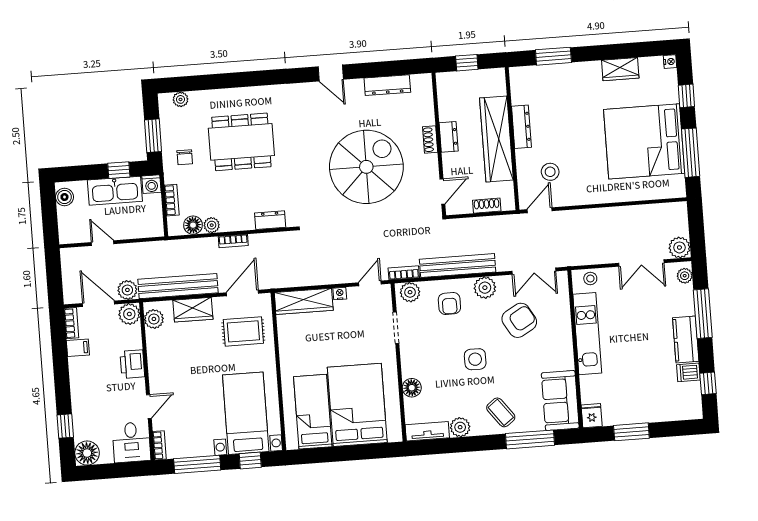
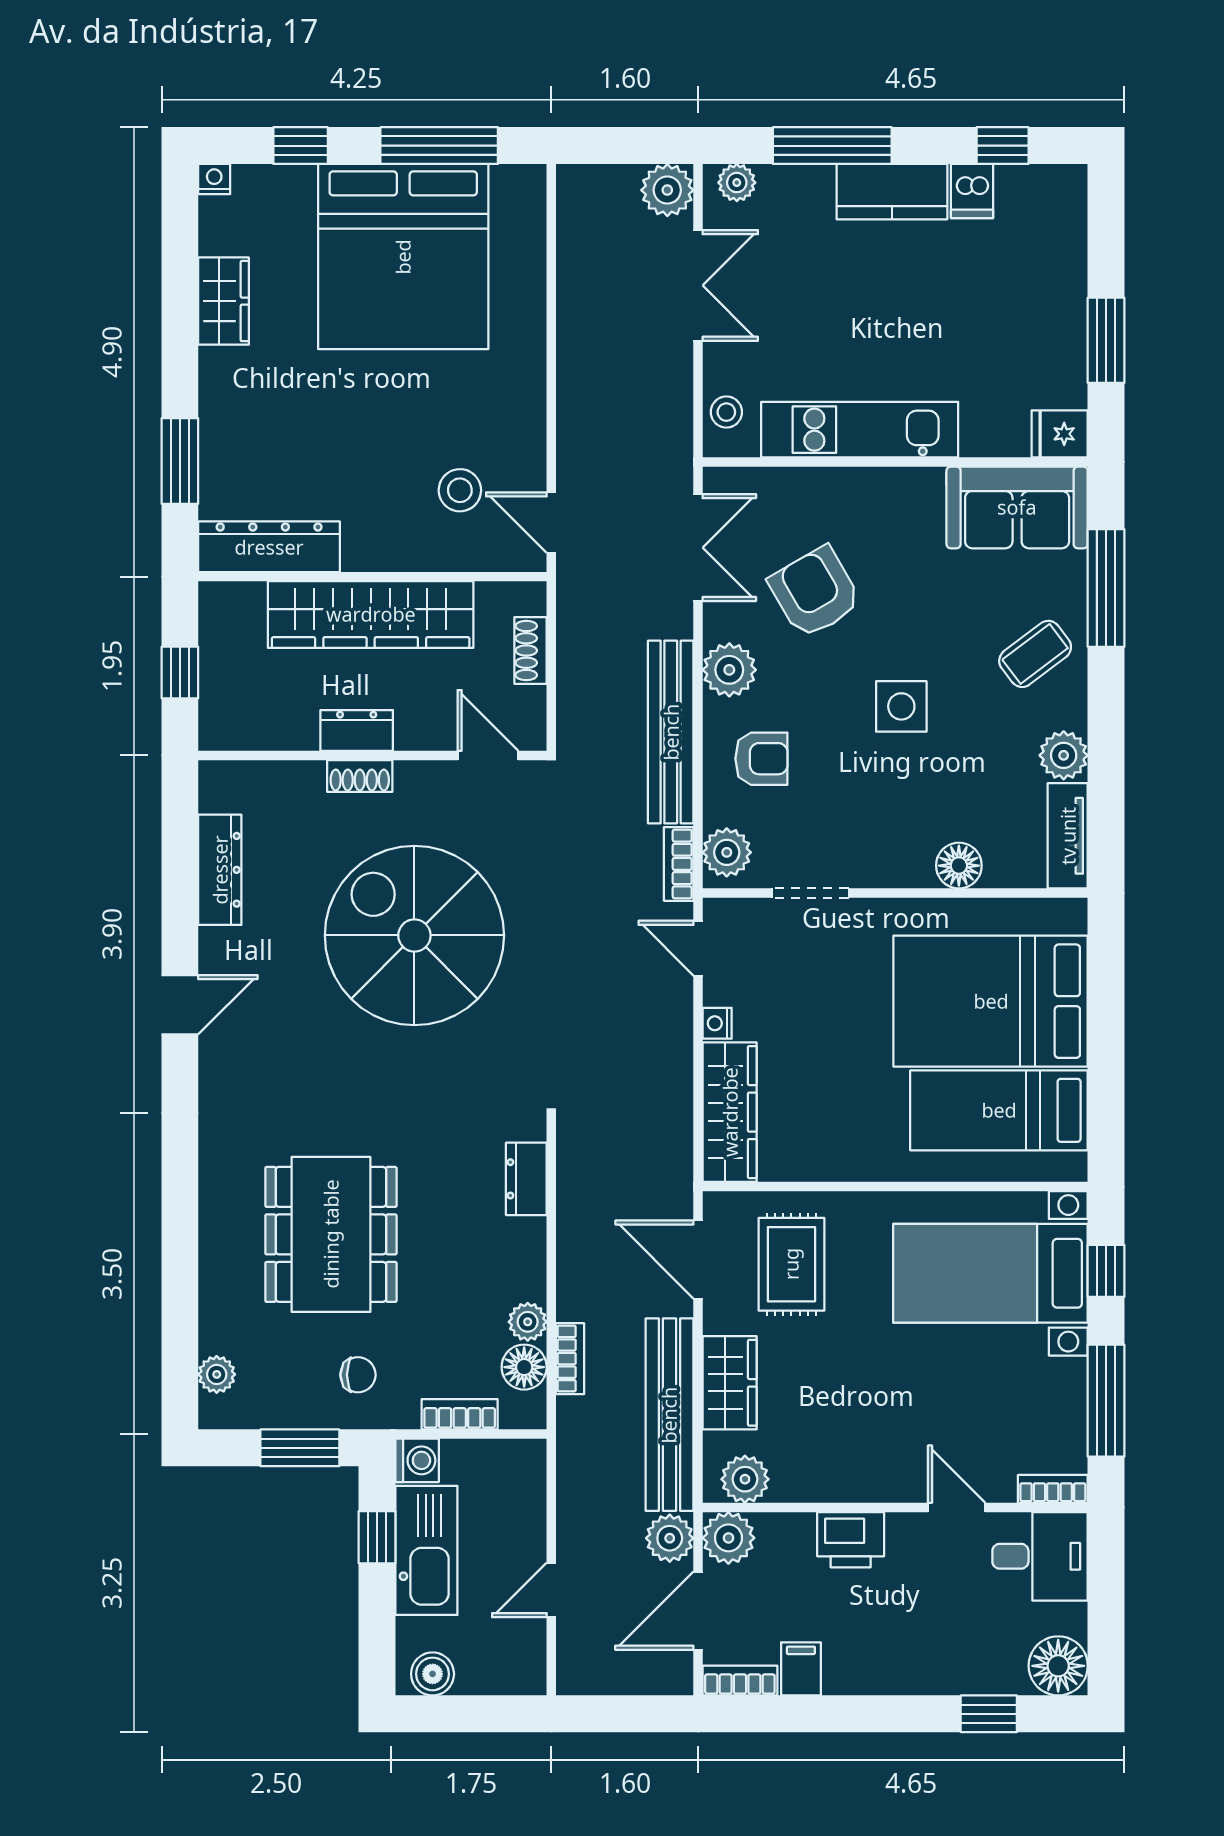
dresser: (521, 127) -> (269, 547), moved, width x1.37, depth x1.24
bookcase: (233, 241) -> (570, 1359), moved

